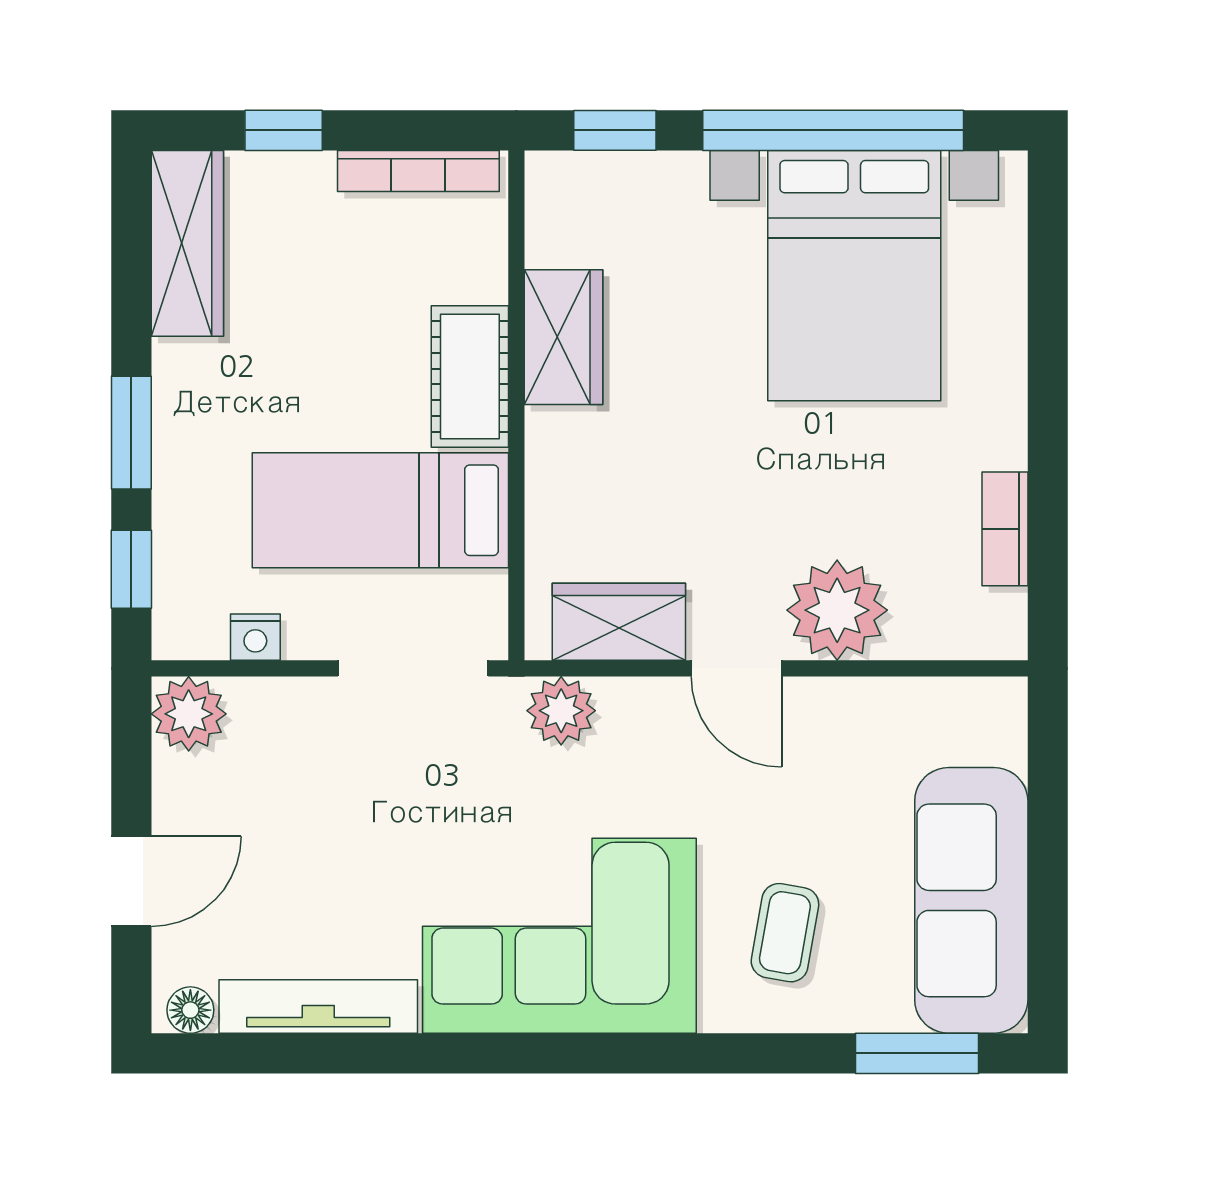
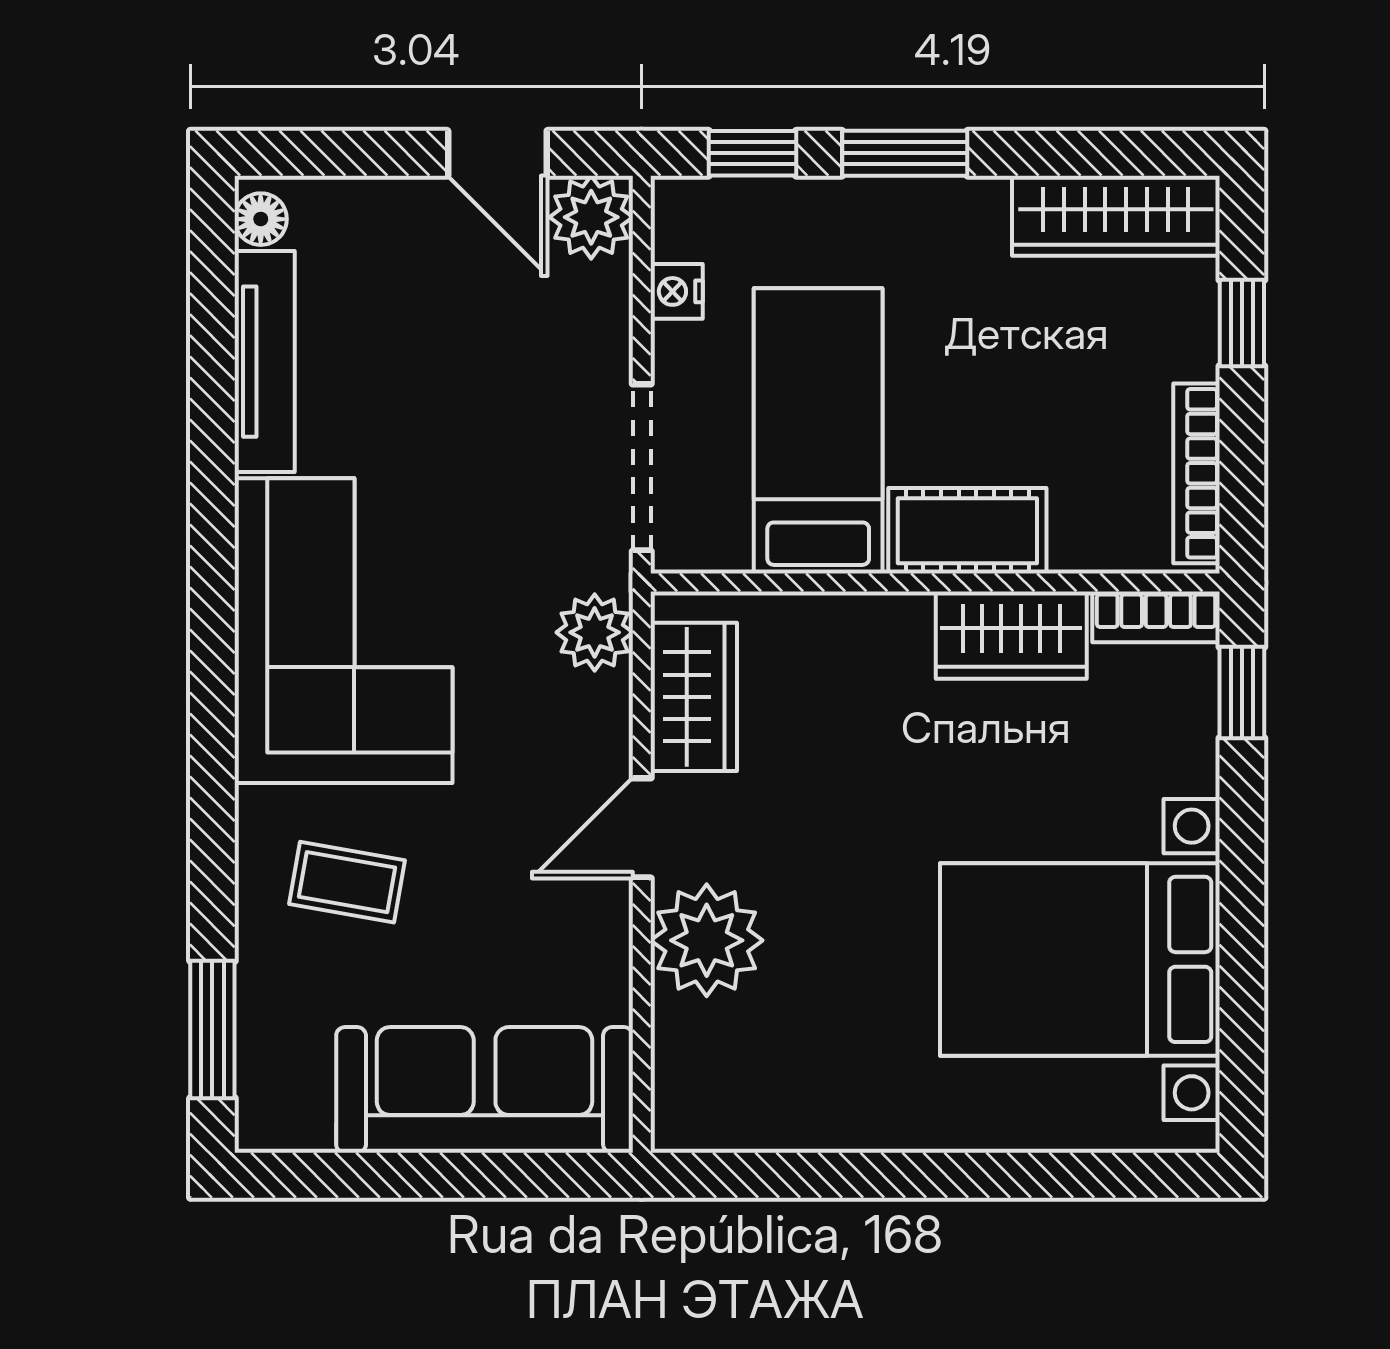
window: (833, 130) -> (1242, 936), removed
bookcase: (1005, 529) -> (1156, 617), moved, turned 180
door: (131, 881) -> (497, 153), moved
sofa: (971, 900) -> (485, 1090), moved

